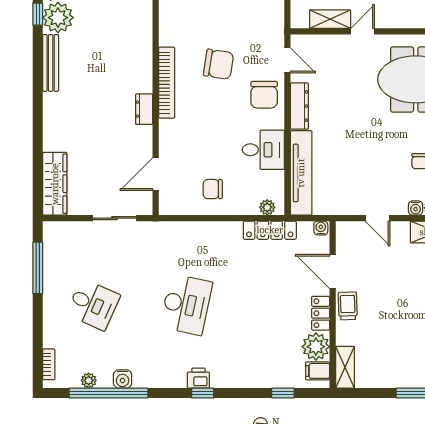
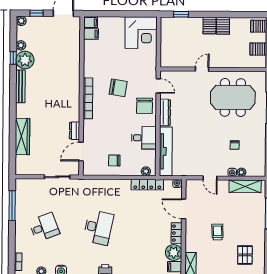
shelving: (330, 19) -> (183, 62), removed
dresser: (144, 109) -> (75, 131), moved
wardrobe: (55, 184) -> (23, 136), moved
desk: (93, 305) -> (44, 227), turned -45
trolley: (348, 306) -> (217, 232), moved

